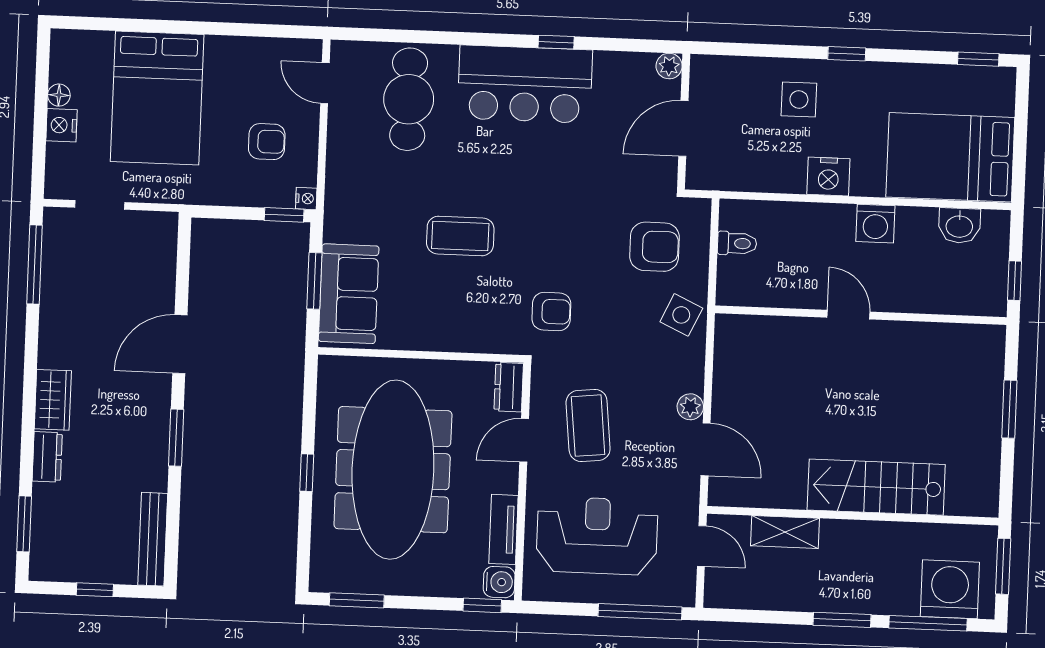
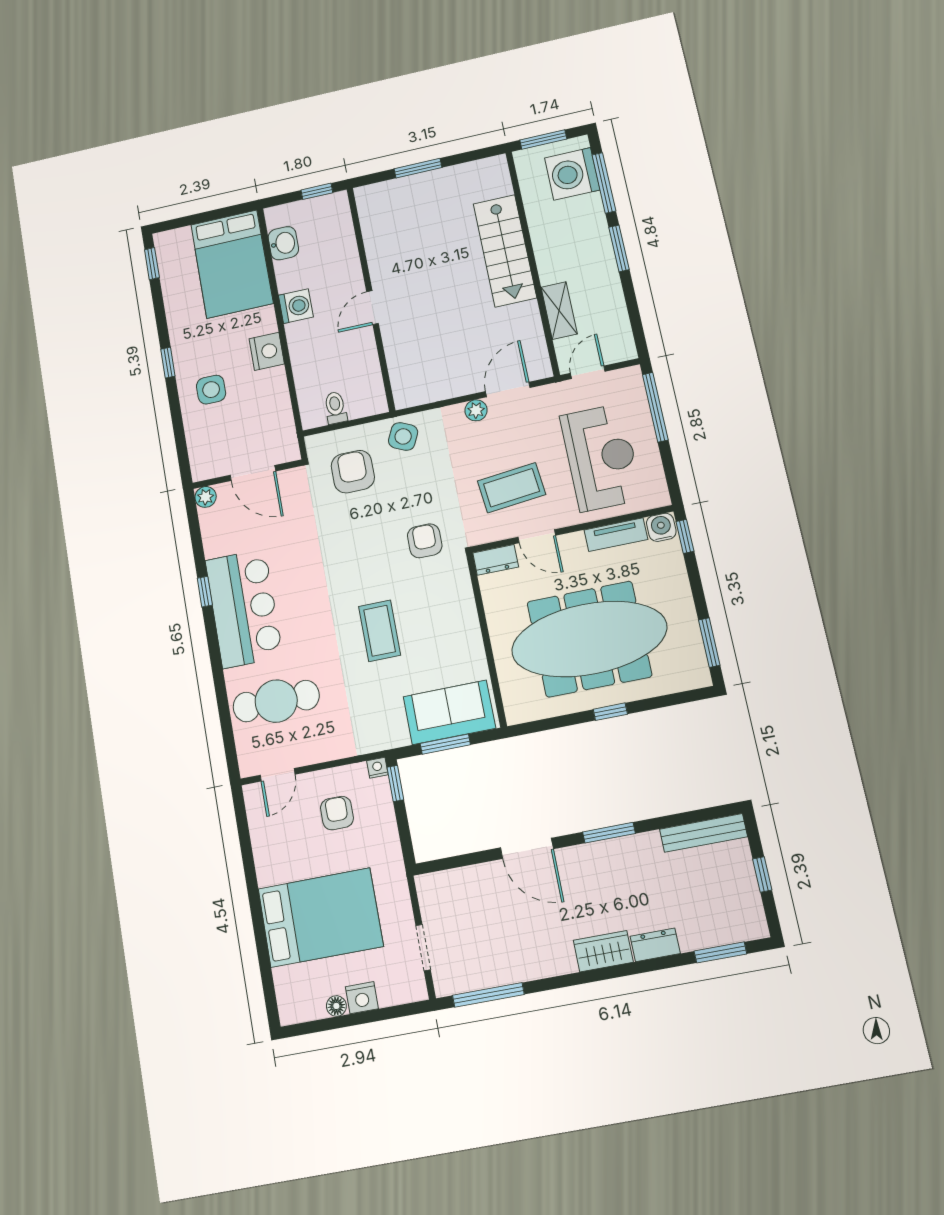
reception desk: (597, 536) -> (601, 457), turned 180

